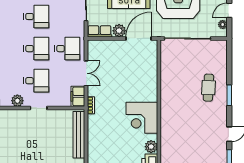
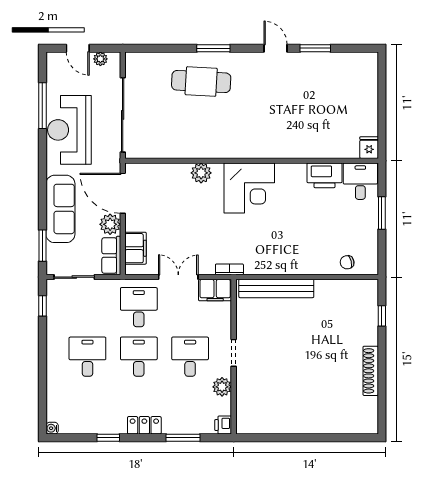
filing cabinet: (104, 47) -> (136, 248), added
cafe table: (208, 88) -> (201, 82), width x1.37, depth x1.35
plant: (151, 147) -> (201, 173), moved

